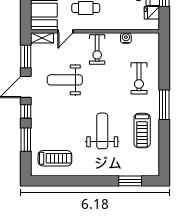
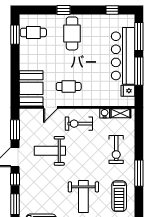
shelving: (42, 38) -> (120, 113), moved
exercise bike: (97, 49) -> (79, 124), turned 90
weight bench: (102, 131) -> (83, 197), turned 180

